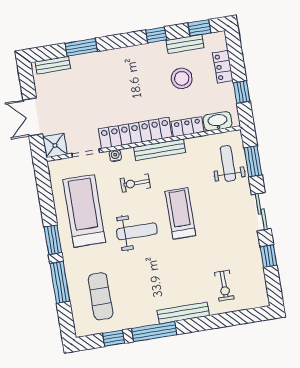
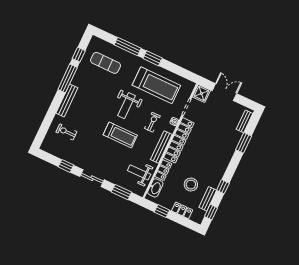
weight bench: (228, 163) -> (139, 172), moved, turned 180

